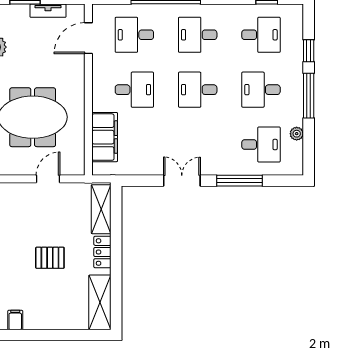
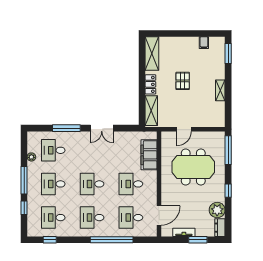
desk: (134, 35) -> (131, 218), turned 180
desk: (198, 35) -> (92, 218), turned 180
desk: (198, 90) -> (92, 184), turned 180
desk: (261, 90) -> (53, 184), turned 180
pallet: (50, 258) -> (183, 81), turned 90

